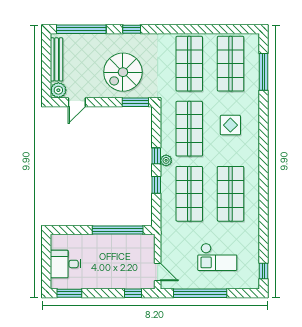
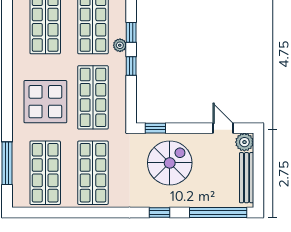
door: (77, 102) -> (223, 128), hinge flipped
window: (135, 102) -> (155, 128), width x0.67
display table: (230, 125) -> (45, 102), width x1.86, depth x1.86
plant: (166, 160) -> (120, 45), moved

